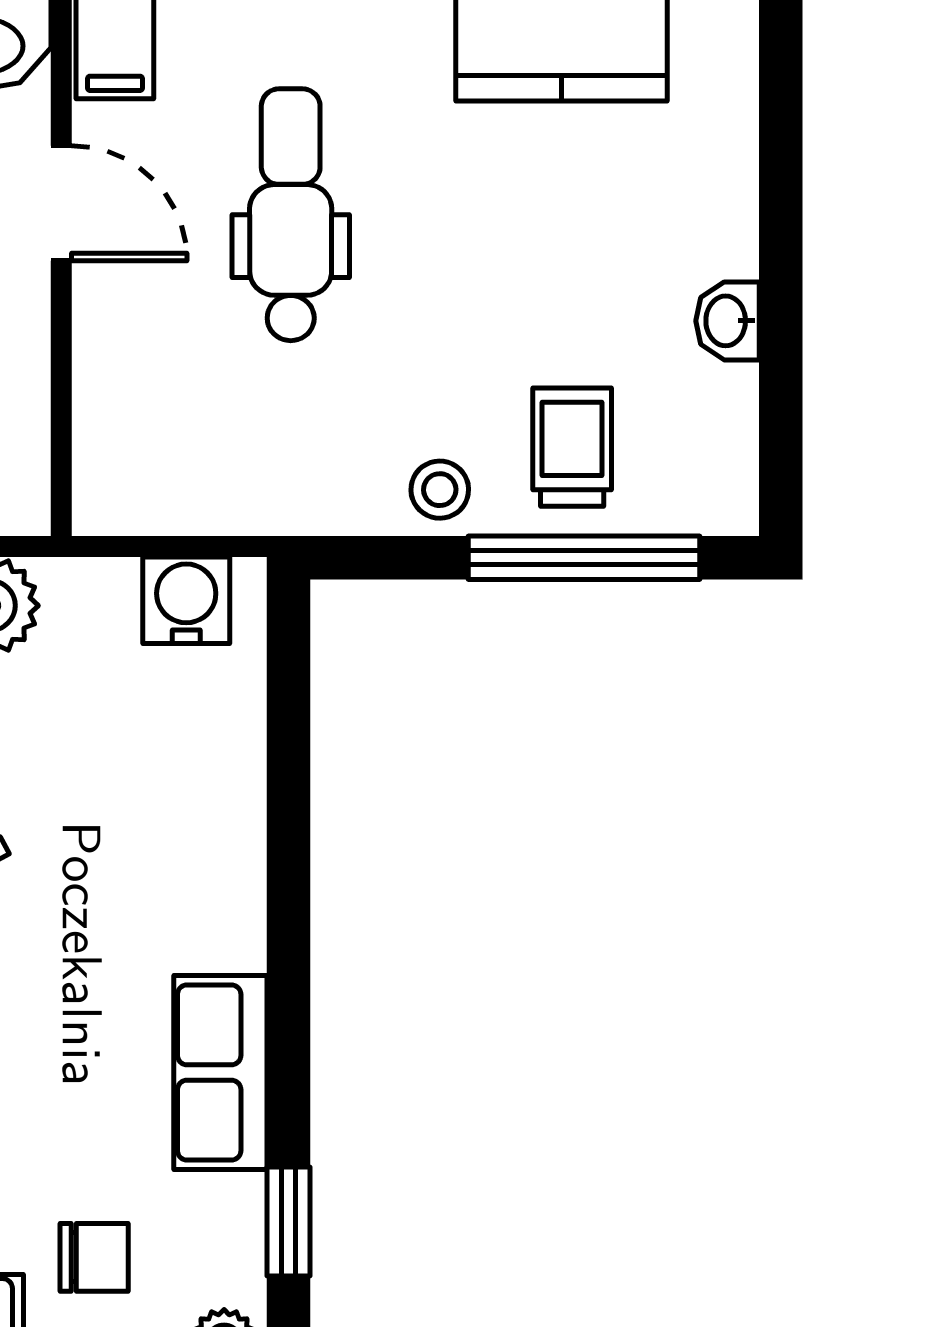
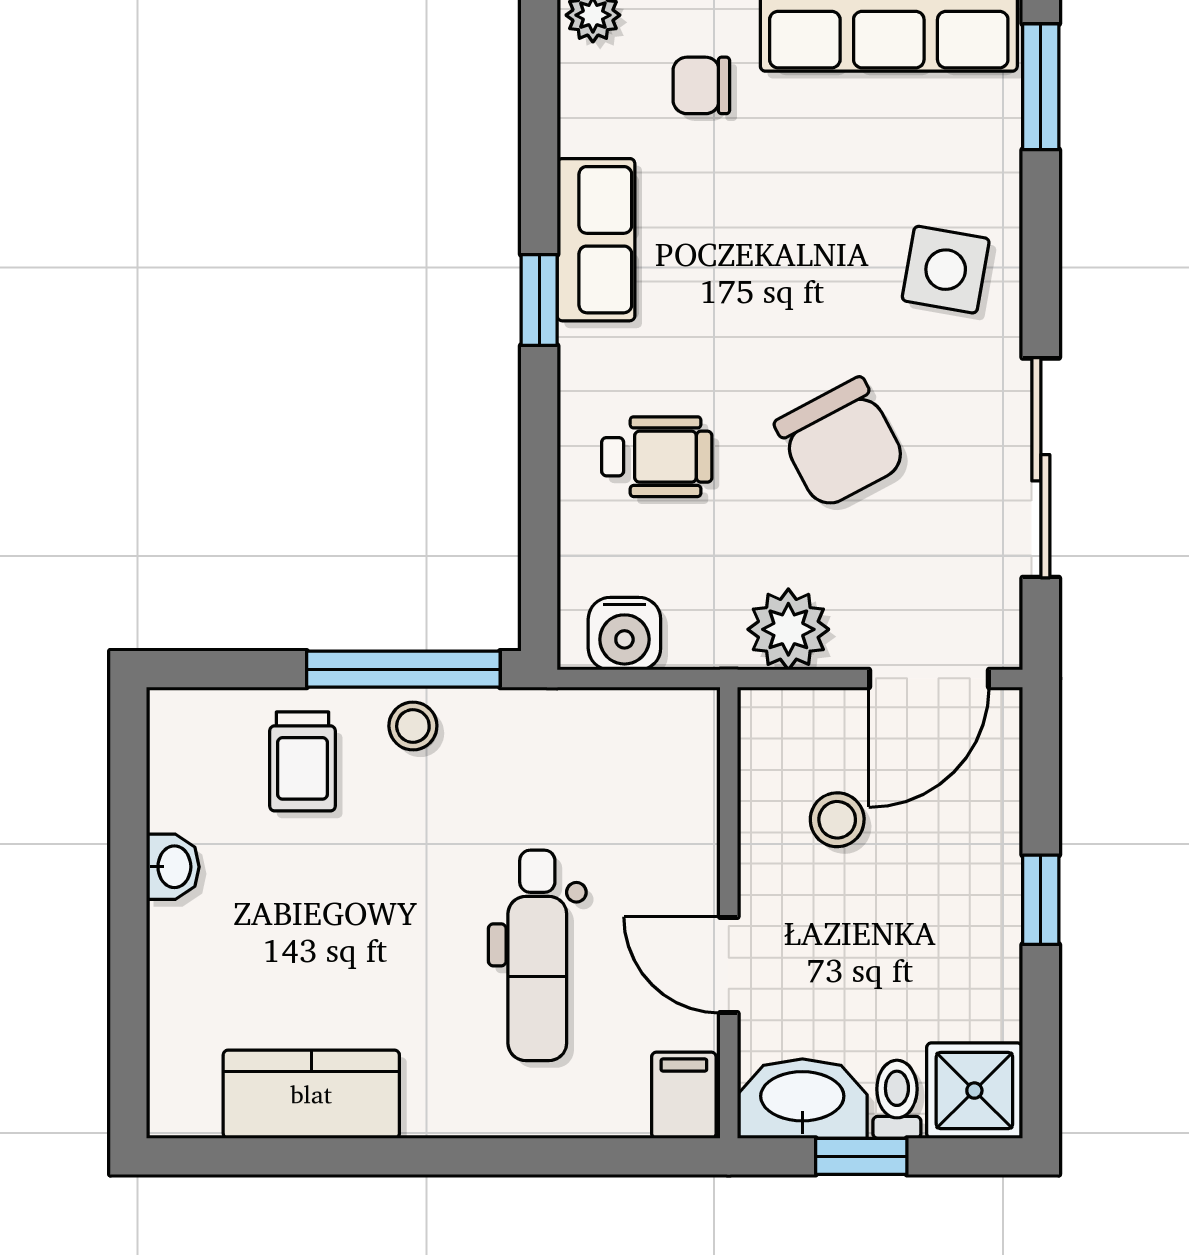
window: (584, 558) -> (403, 669), moved
wheelchair: (148, 812) -> (657, 457), added
window: (288, 1221) -> (539, 300), moved

